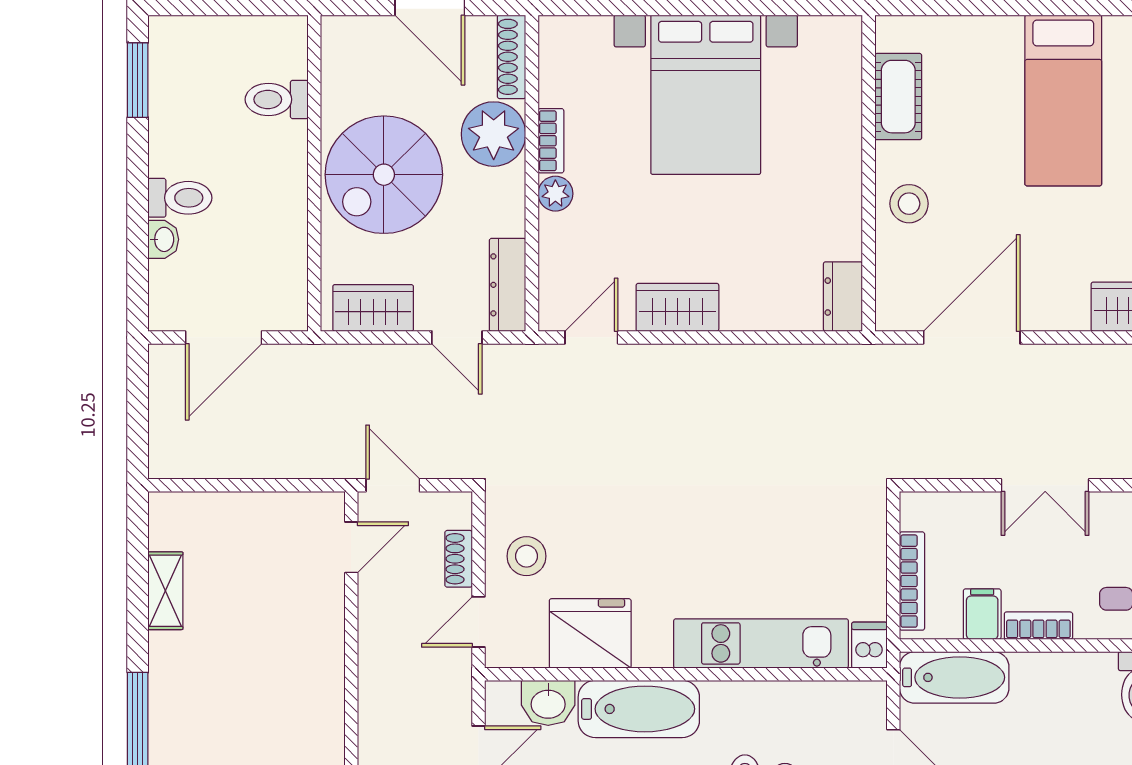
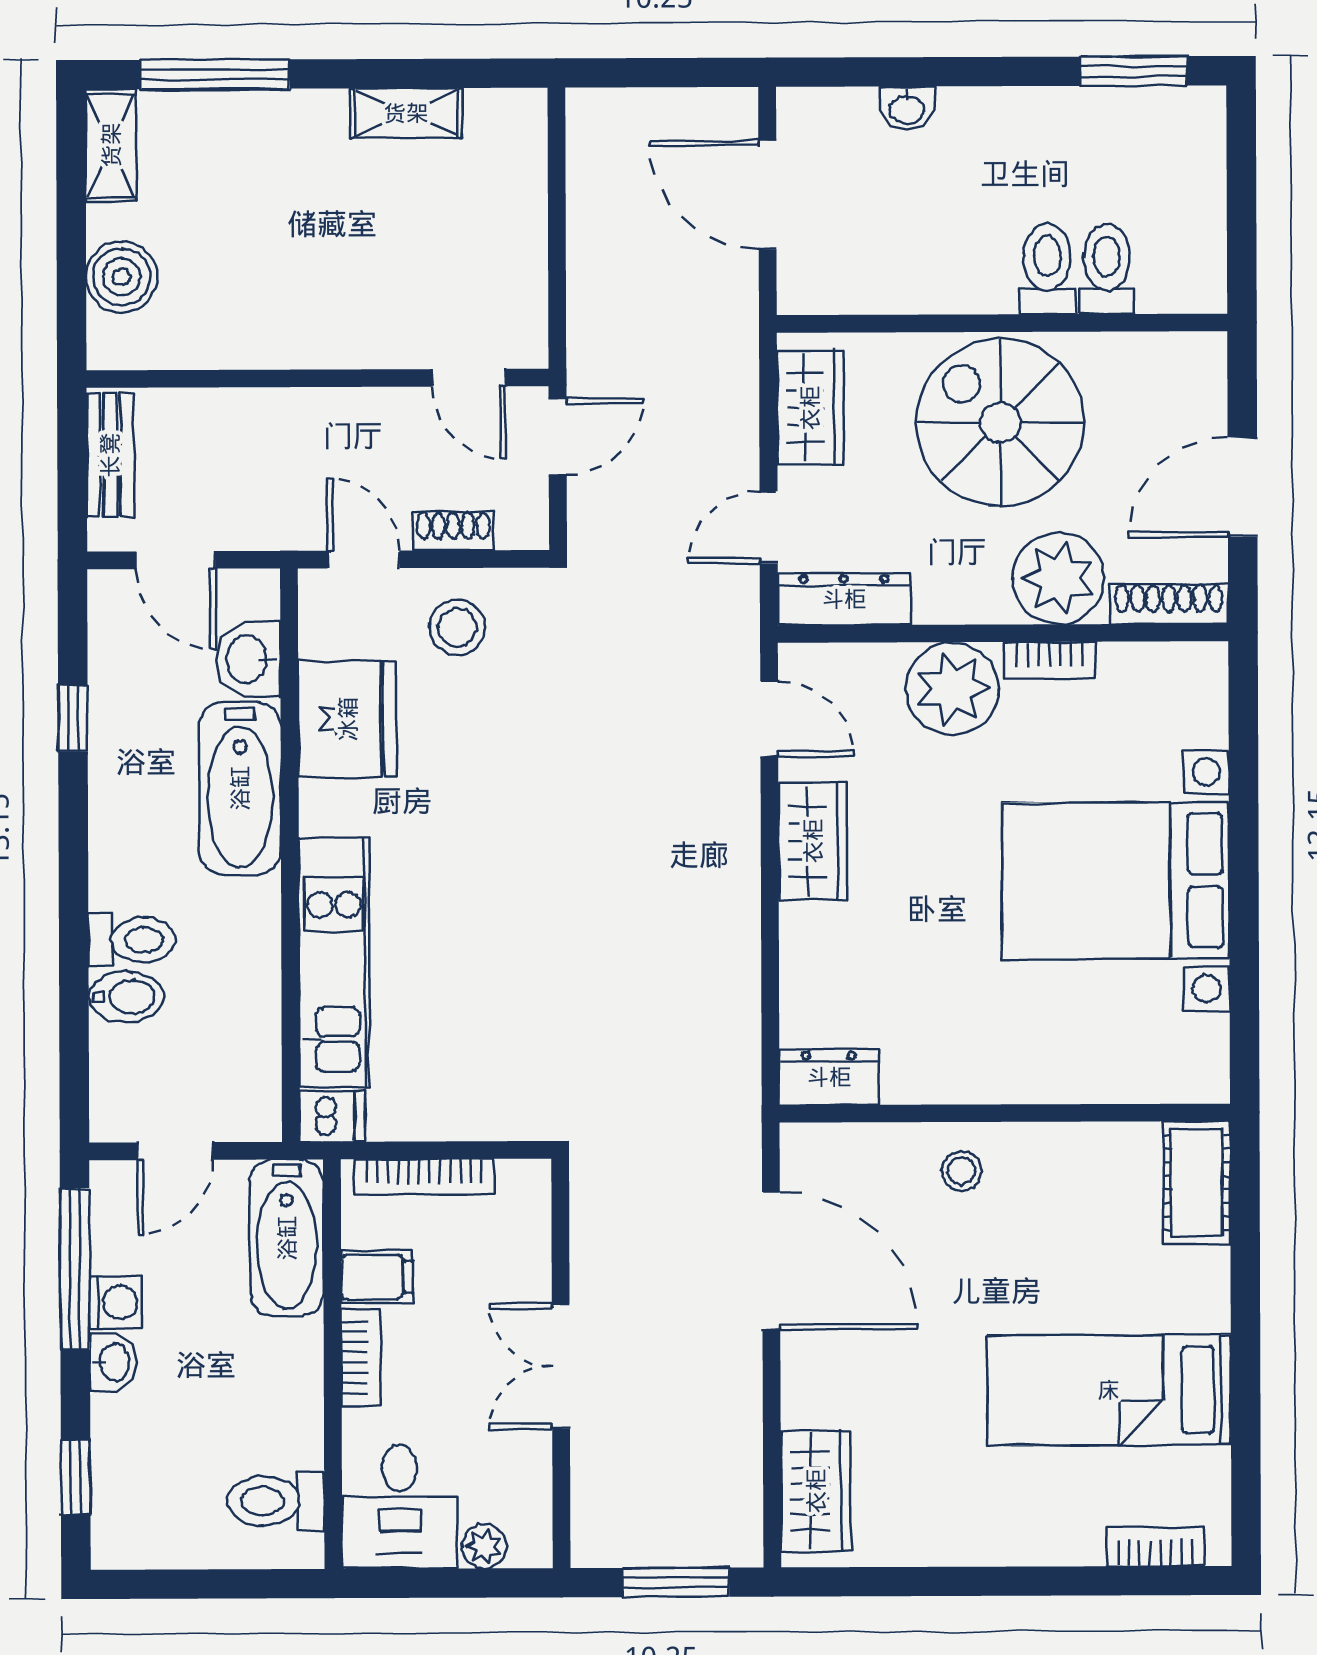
cot: (898, 97) -> (1197, 1183), moved, turned 90
plant: (555, 194) -> (952, 689), width x1.88, depth x1.88
toilet: (180, 198) -> (1047, 269), moved, turned 180
stool: (909, 204) -> (961, 1171), width x0.73, depth x0.73

